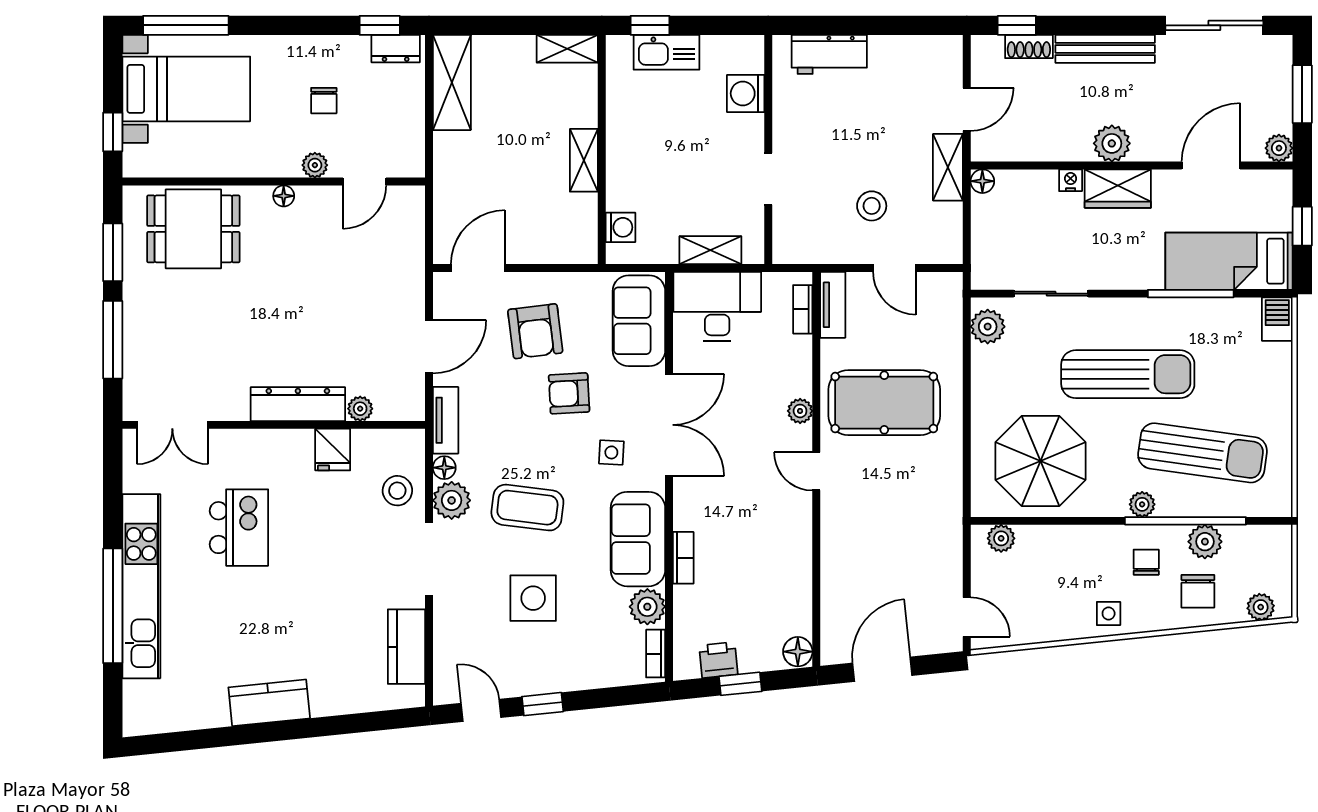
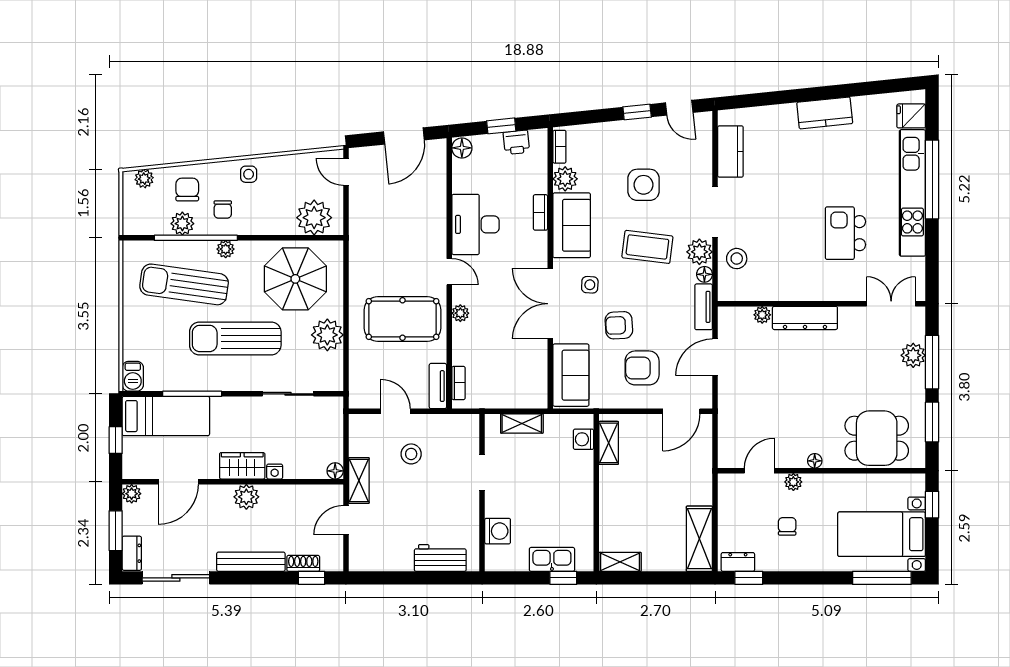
dresser: (1279, 61) -> (132, 553), added
shelving: (584, 160) -> (609, 443), moved
desk: (717, 306) -> (475, 224), moved, turned 90
plant: (988, 327) -> (327, 335), moved, width x1.36, depth x1.36
armchair: (535, 331) -> (642, 368), turned -83
plant: (140, 350) -> (913, 355), added
armchair: (569, 393) -> (619, 325), turned 180
fridge: (333, 450) -> (911, 116), moved, turned -90
plant: (1001, 538) -> (314, 218), width x1.88, depth x1.88

